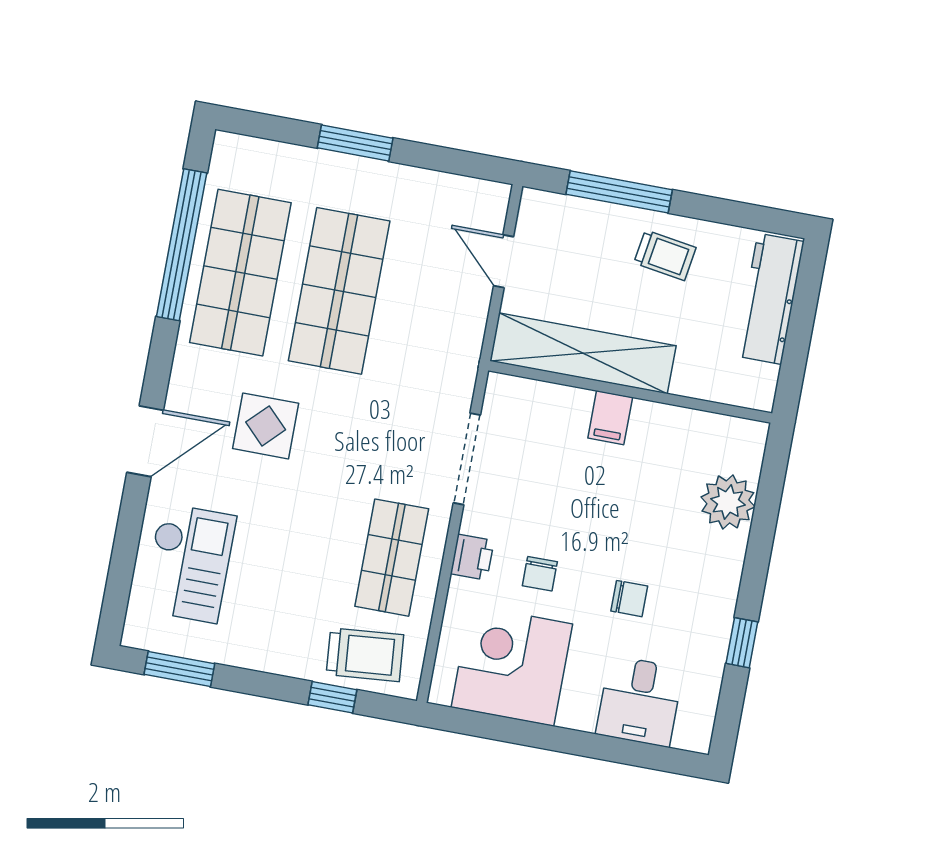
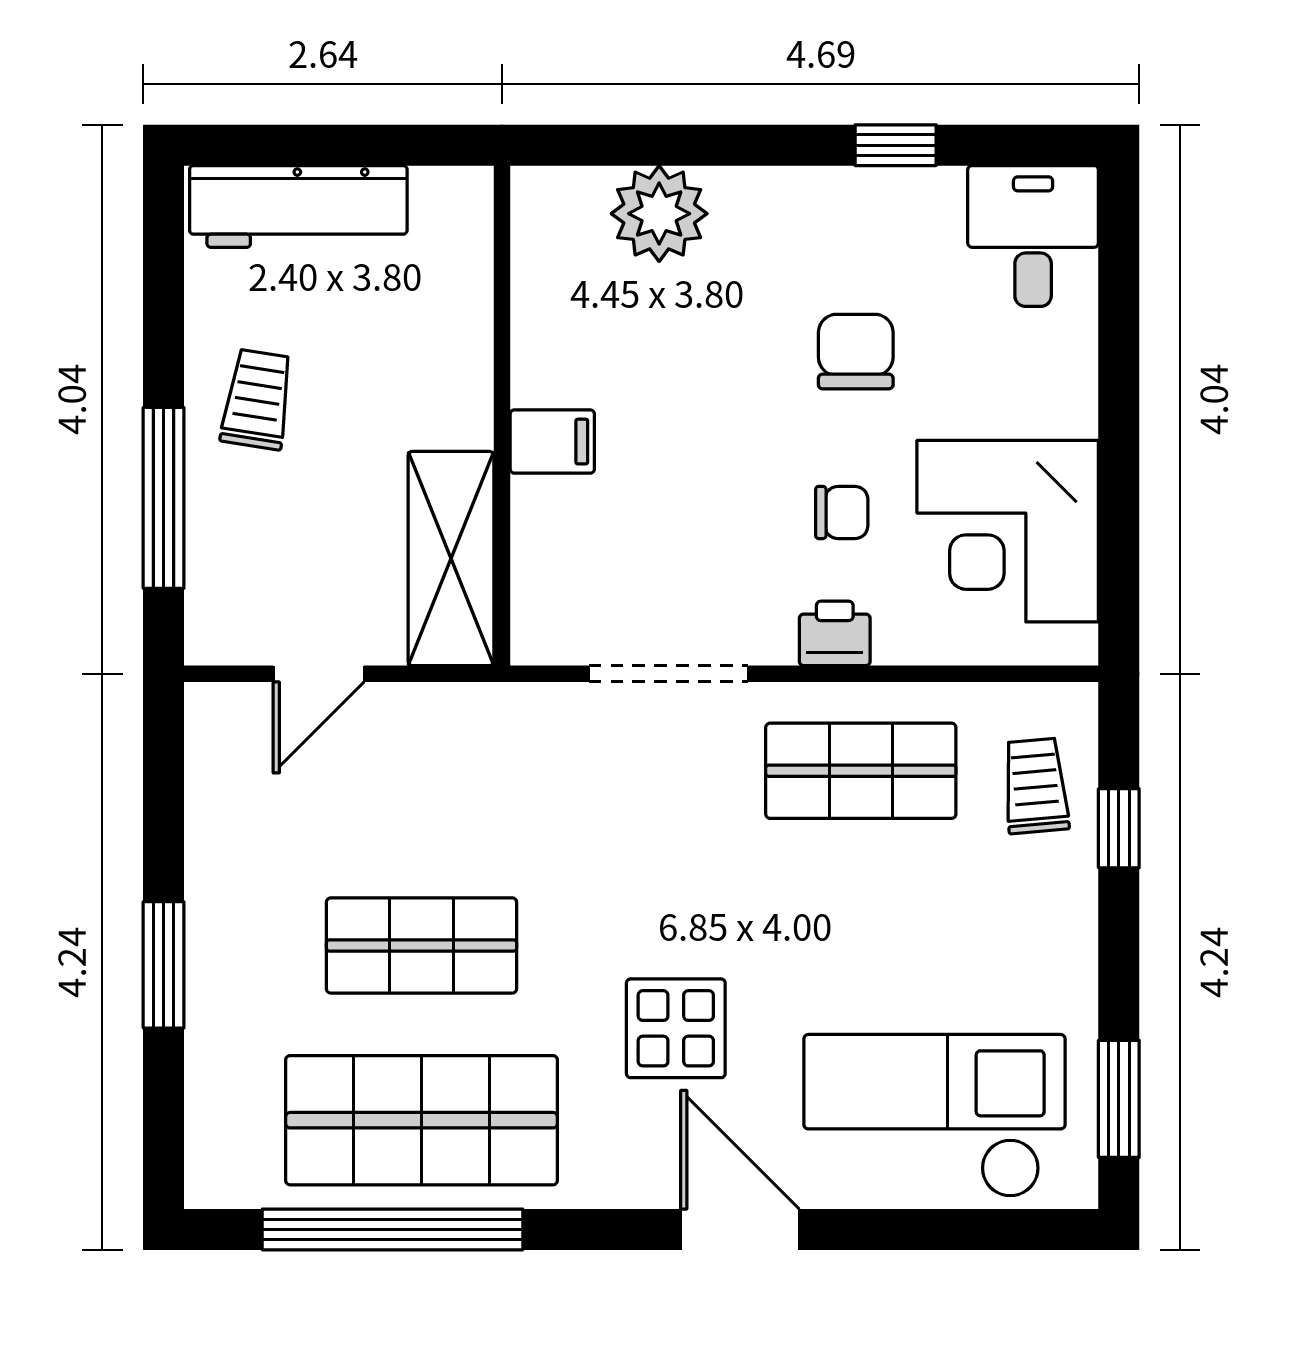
shop shelf: (339, 291) -> (422, 945), width x0.70, depth x0.74
shelving: (583, 353) -> (451, 558), width x0.68
checkout: (189, 563) -> (934, 1116), width x1.36, depth x1.21
chair: (629, 599) -> (856, 352), width x1.37, depth x1.37
trolley: (365, 655) -> (1036, 786), width x0.73, depth x0.72
desk: (640, 701) -> (1033, 236), moved, turned -90

